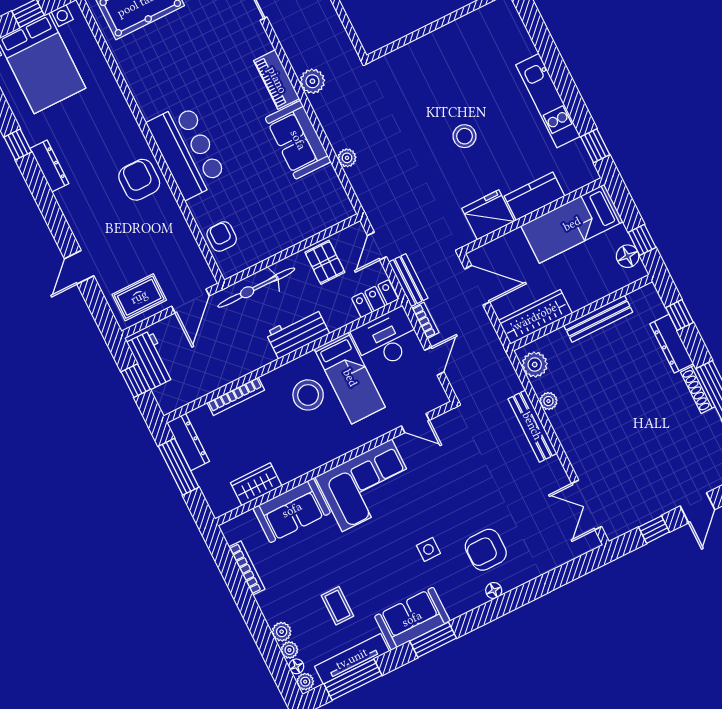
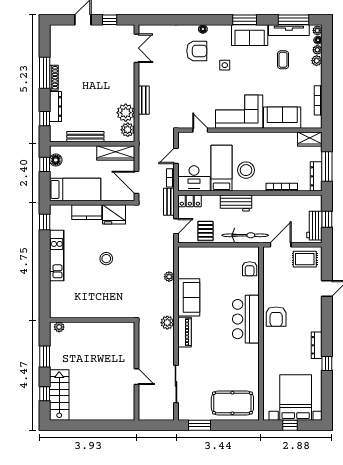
plant: (548, 401) -> (126, 113), width x1.87, depth x1.87
bench: (532, 426) -> (144, 100), width x0.73
wardrobe: (256, 484) -> (310, 139), moved

